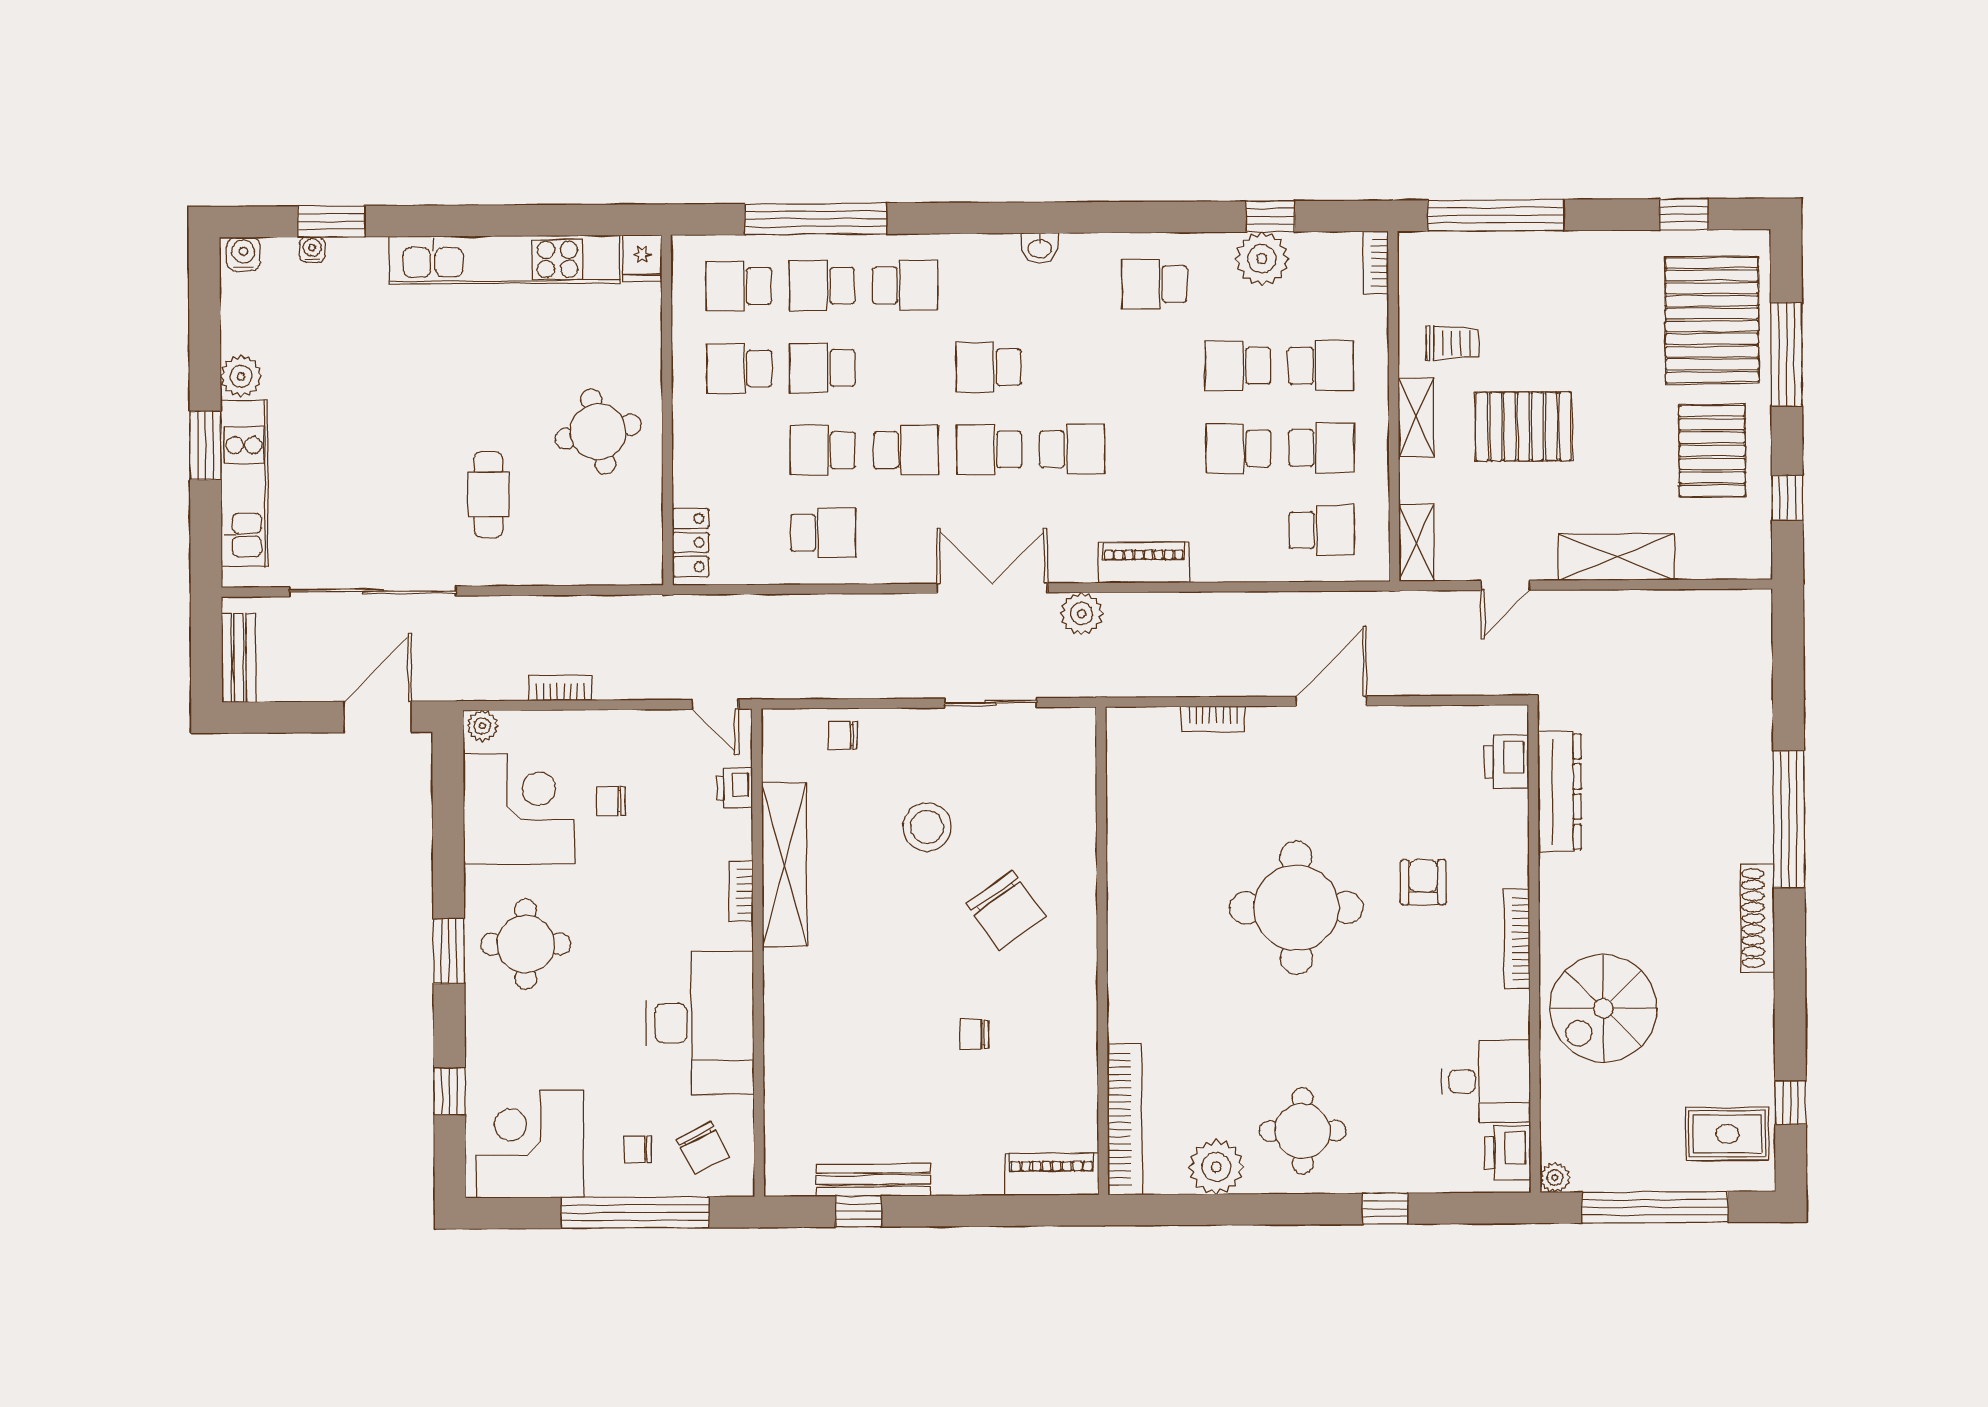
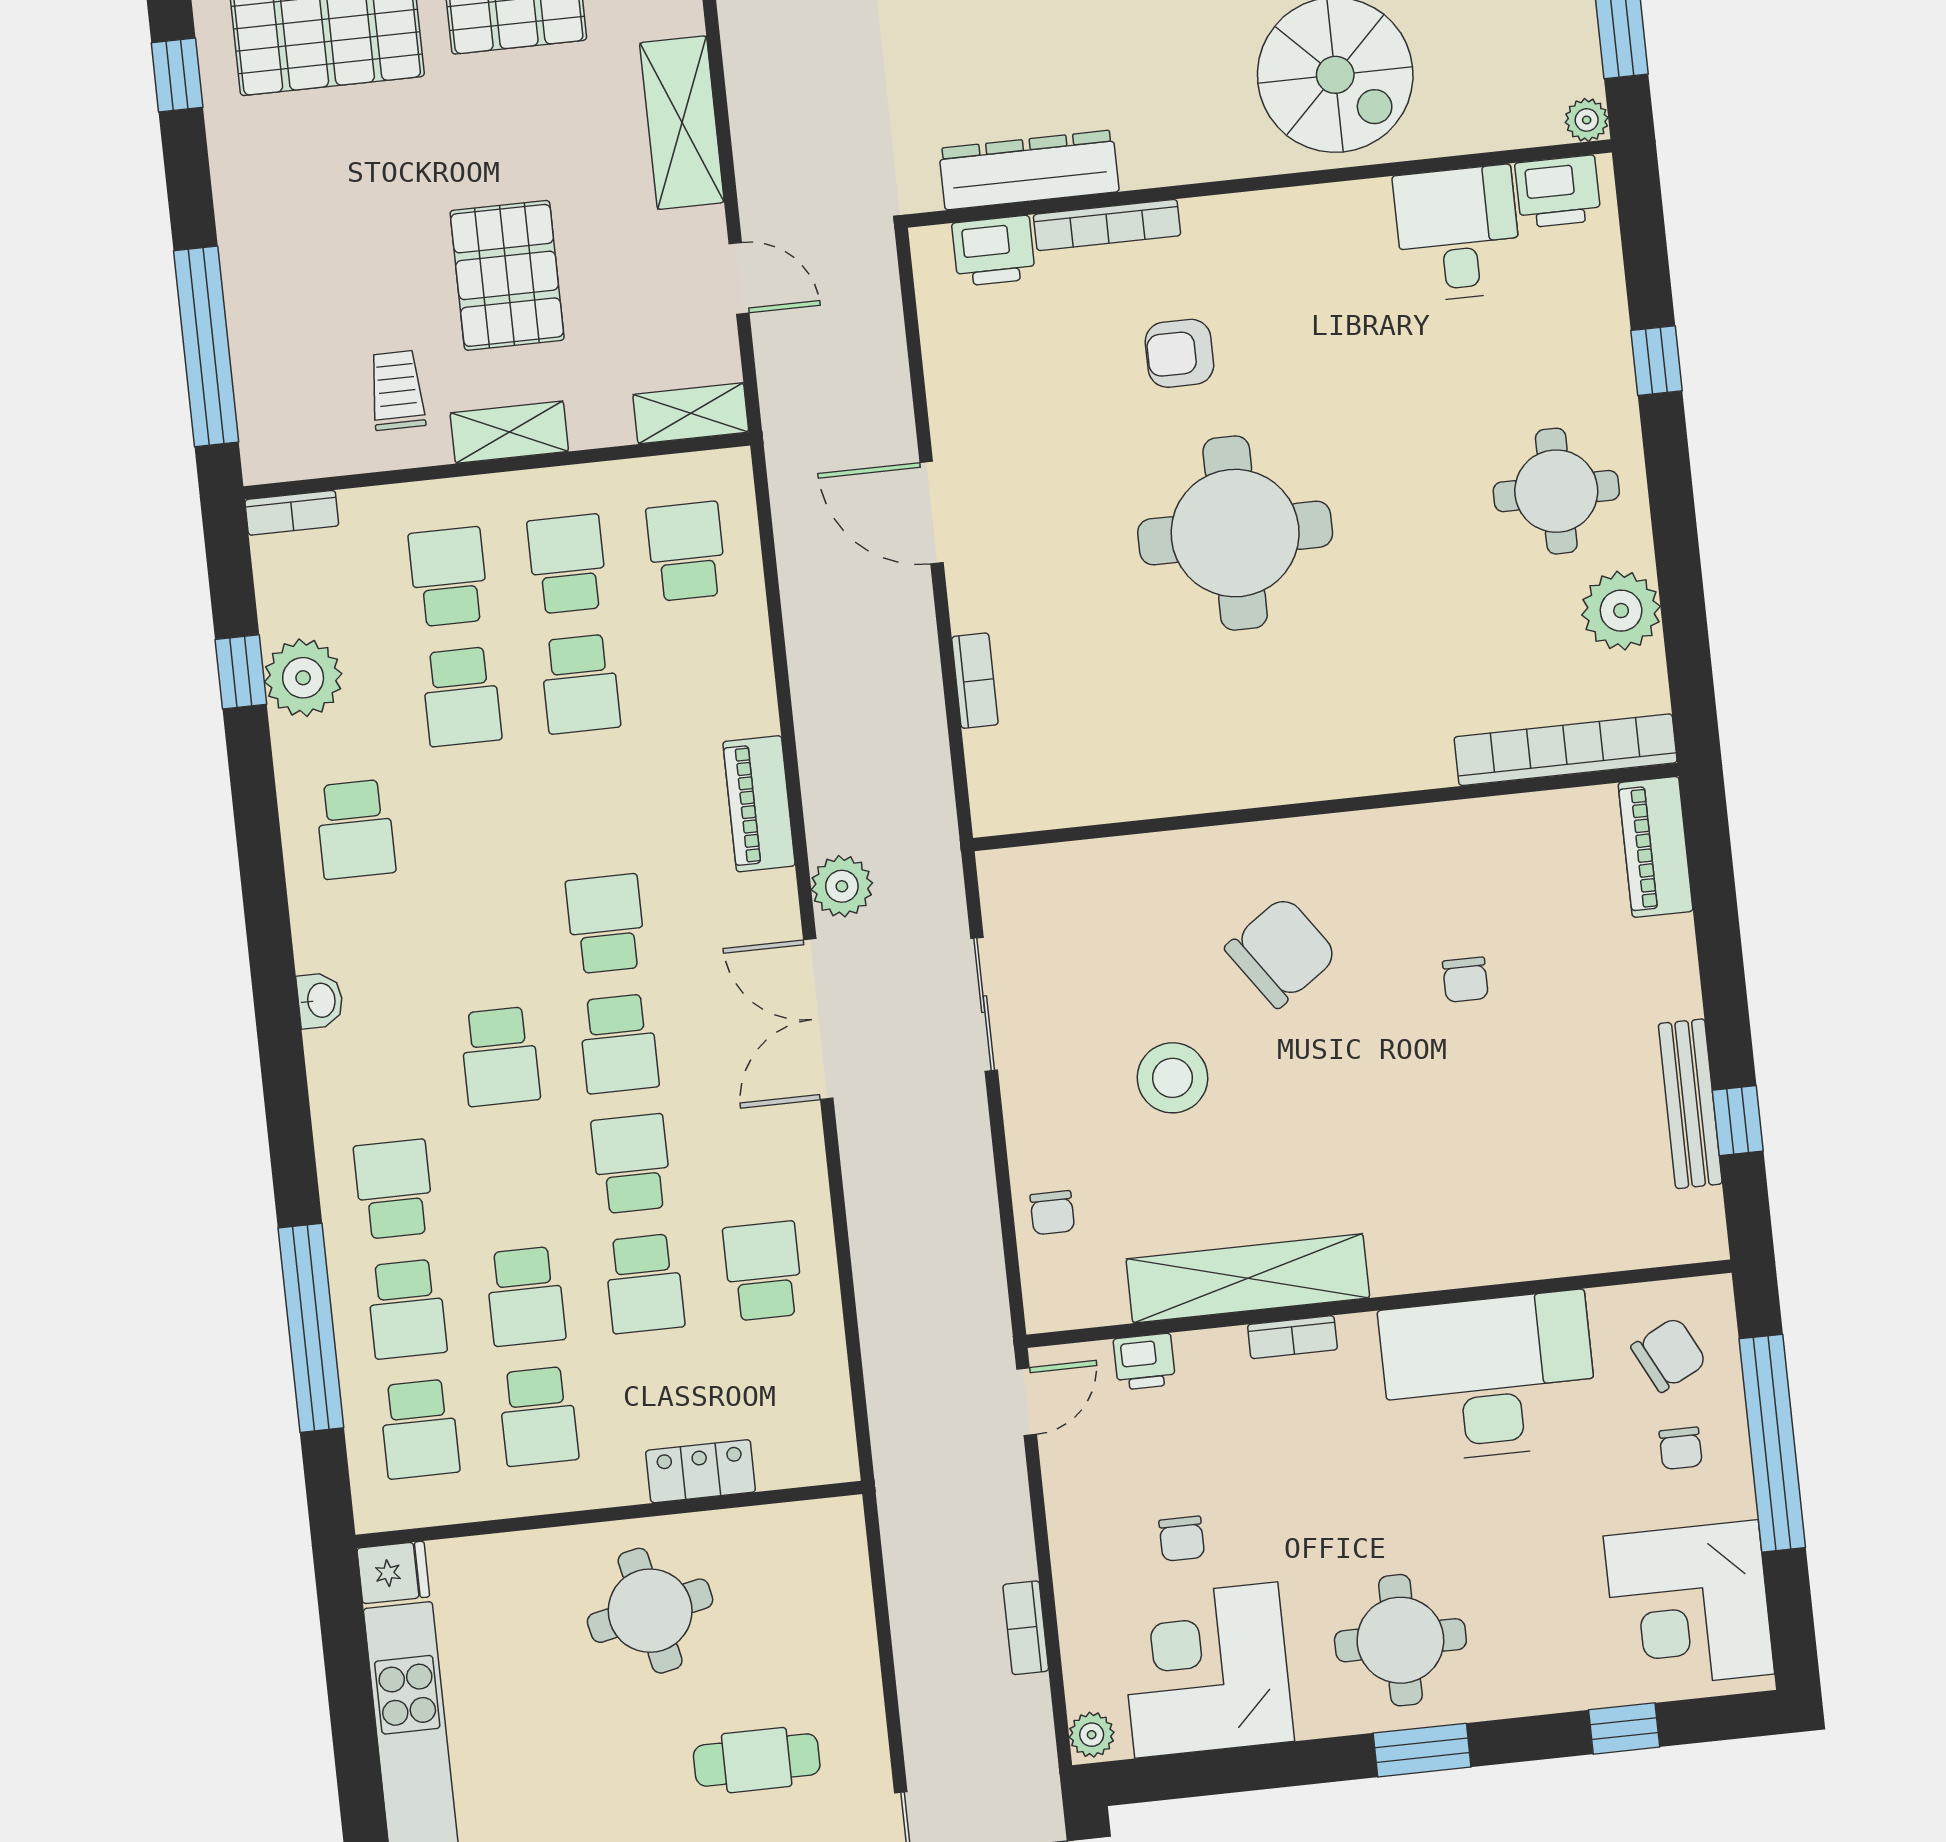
locker: (691, 543) -> (701, 1471), moved
bookcase: (1517, 939) -> (1107, 225), moved

